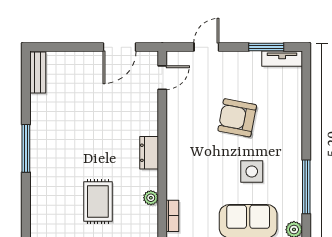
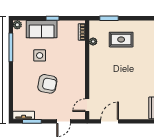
dresser: (149, 153) -> (94, 65), removed
rug: (98, 202) -> (121, 40), turned 90

